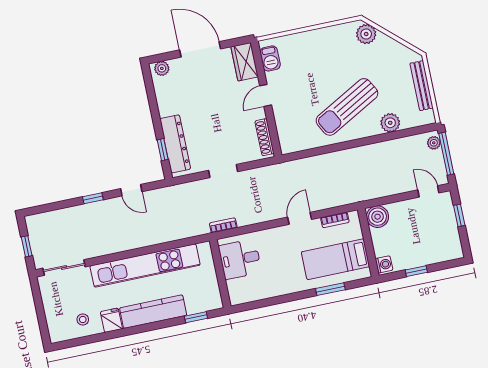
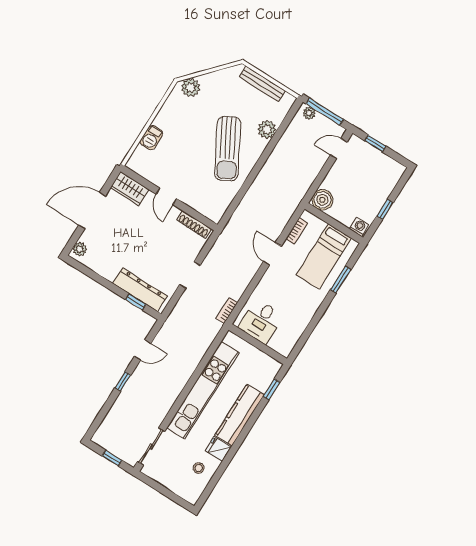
barbecue: (270, 58) -> (151, 138), moved, turned 90

